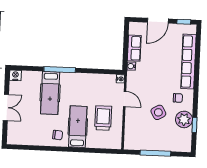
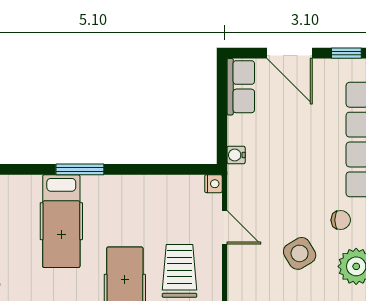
door: (158, 21) -> (290, 53), hinge flipped
row of seats: (134, 48) -> (241, 87), moved
window: (60, 70) -> (80, 169), width x0.69

